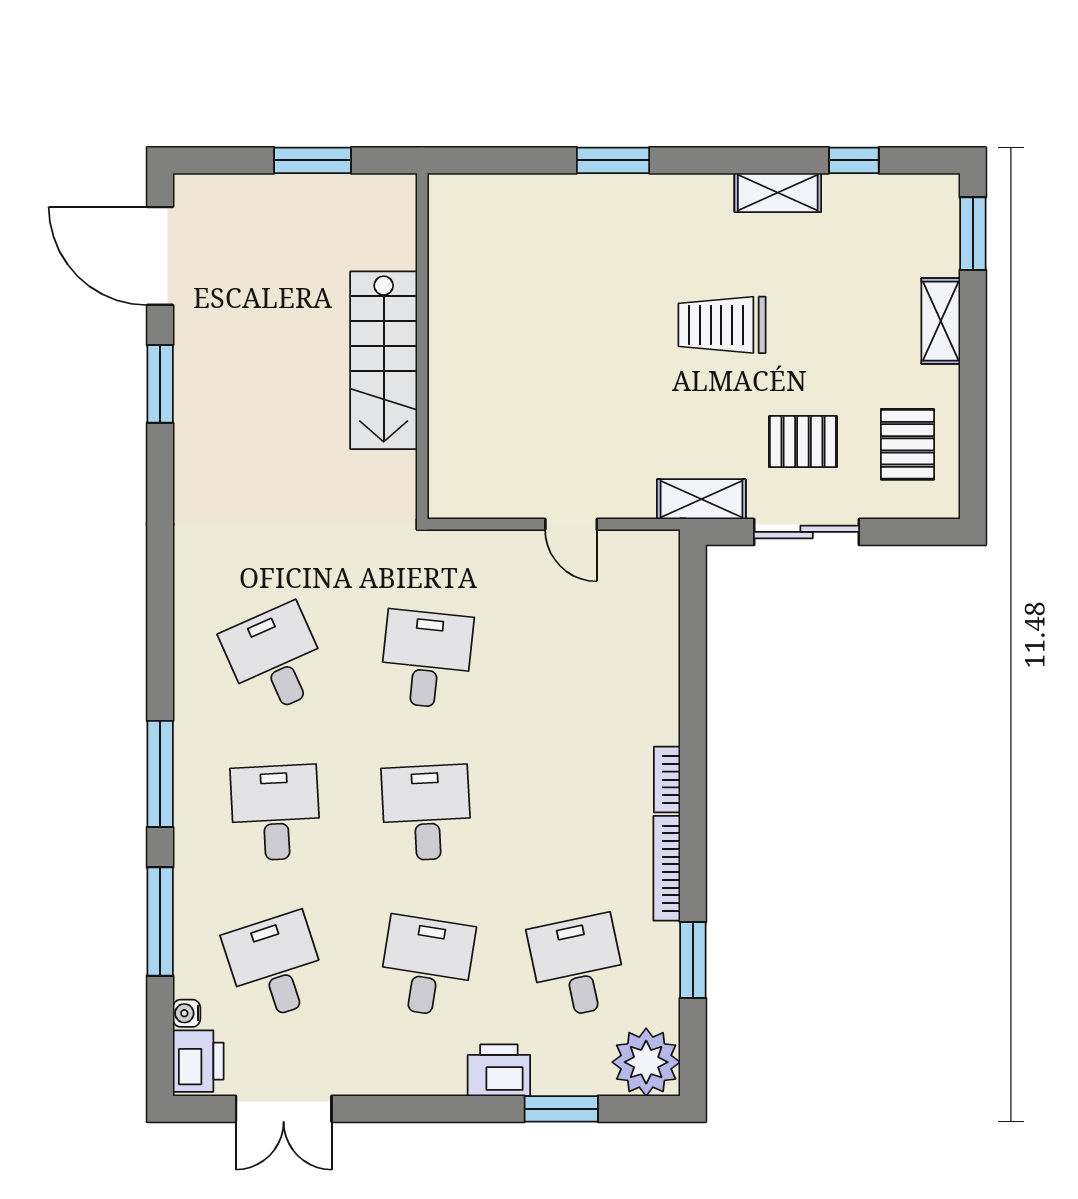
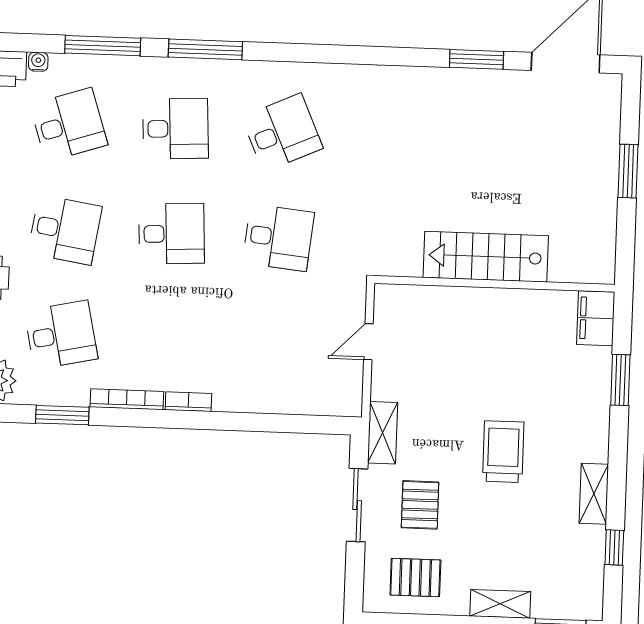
filing cabinet: (526, 199) -> (596, 318), added
wall: (422, 346) -> (495, 284), moved
stairs: (384, 360) -> (486, 257), moved

